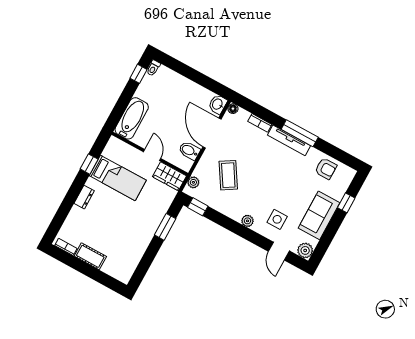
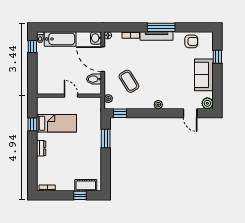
bathtub: (132, 118) -> (60, 39), moved, turned 90
wardrobe: (169, 176) -> (90, 103), removed
side table: (277, 219) -> (177, 93), removed
cot: (90, 256) -> (86, 185), moved
window: (99, 276) -> (80, 195), added

